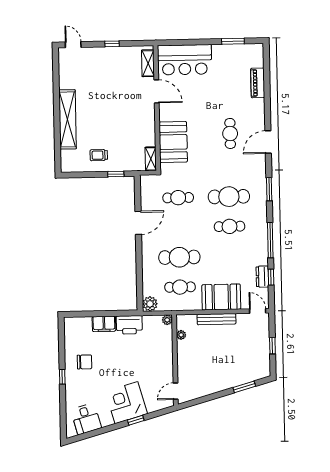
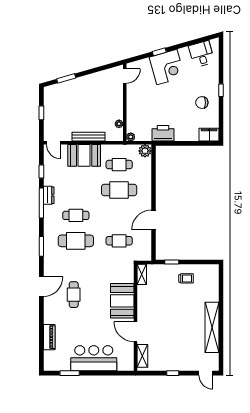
bar counter: (185, 60) -> (94, 358), moved
shelving: (68, 119) -> (212, 327), moved
booth: (173, 142) -> (122, 301), moved
dresser: (262, 277) -> (49, 195), moved
filing cabinet: (104, 324) -> (209, 135), moved

